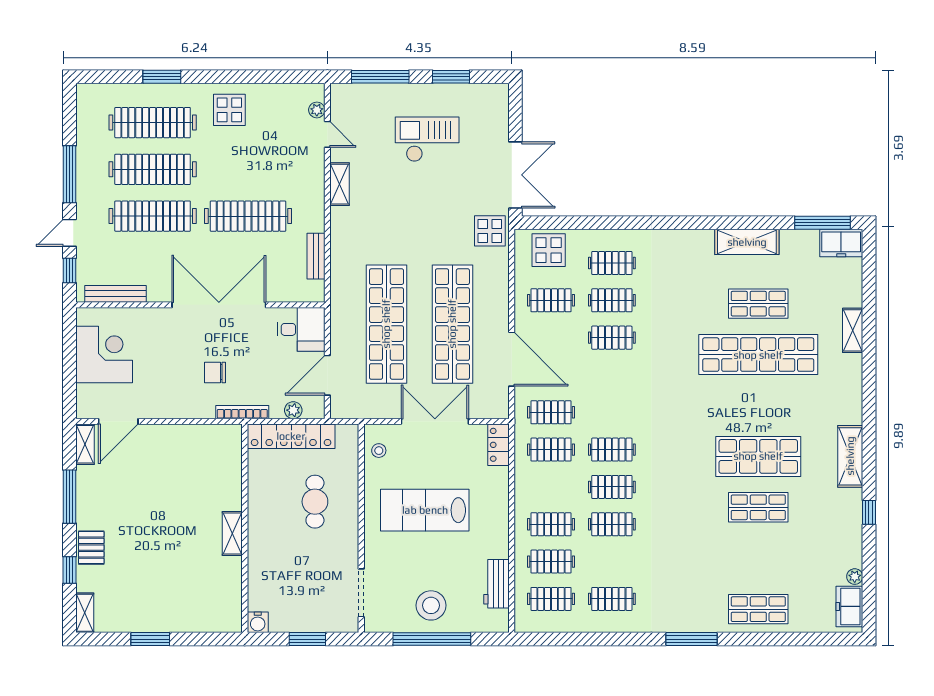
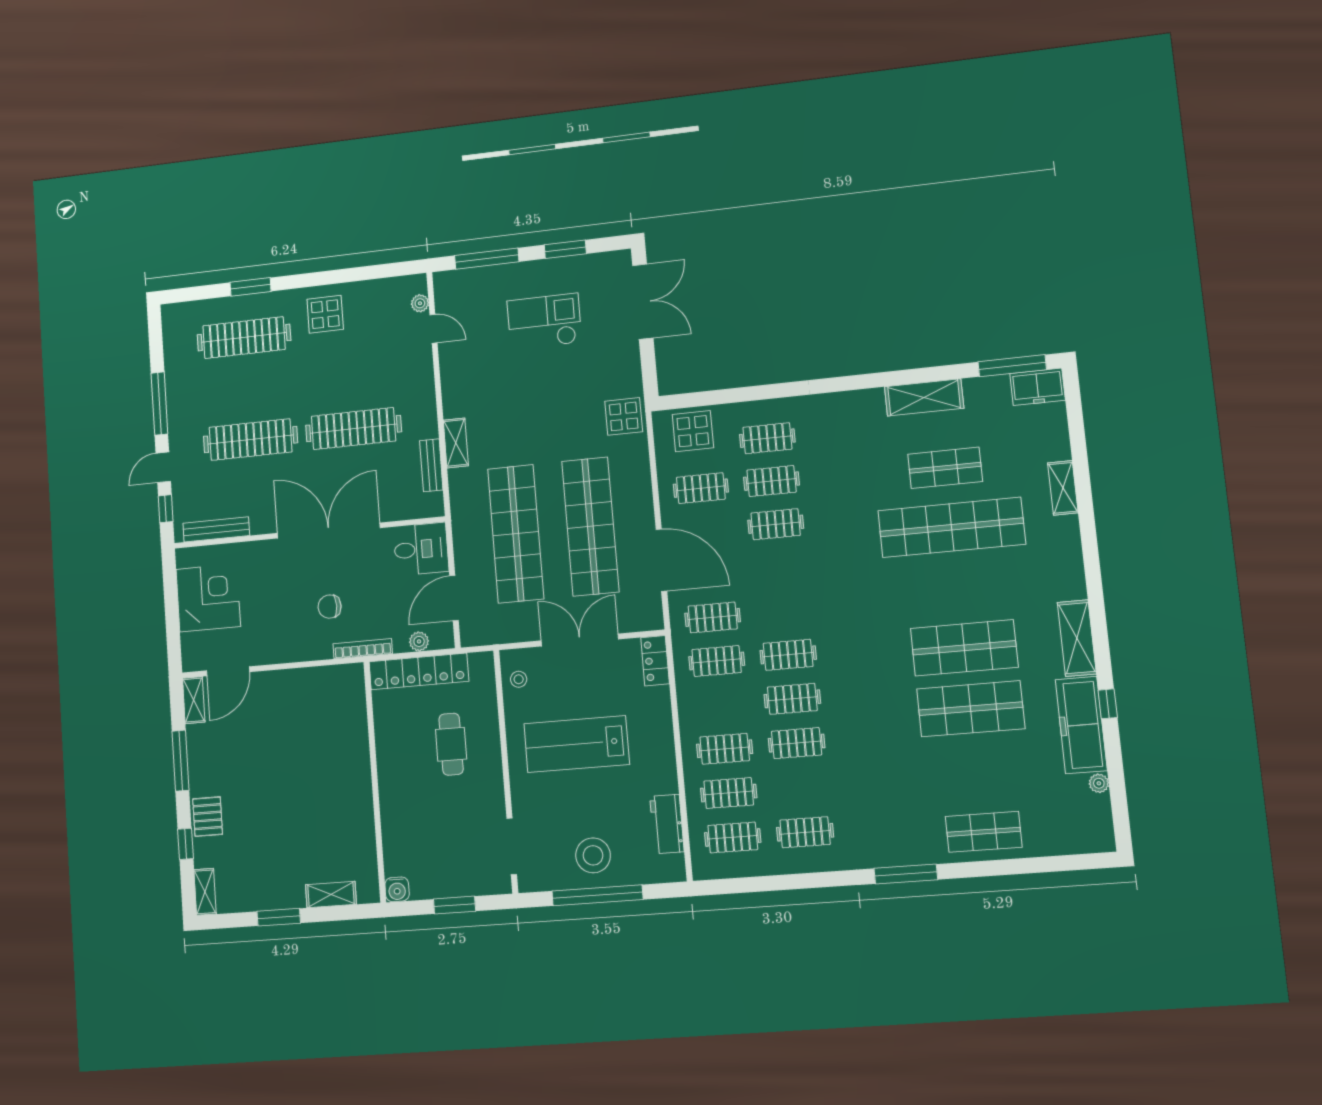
clothes rail: (153, 169) -> (247, 388), removed
double door: (515, 175) -> (643, 302), moved
shelving: (340, 184) -> (456, 443), moved
shop shelf: (758, 507) -> (971, 709), width x1.43, depth x1.36
shelving: (232, 533) -> (331, 894), moved, turned 90
freezer: (849, 606) -> (1081, 725), moved, width x1.91, depth x1.26

